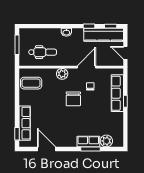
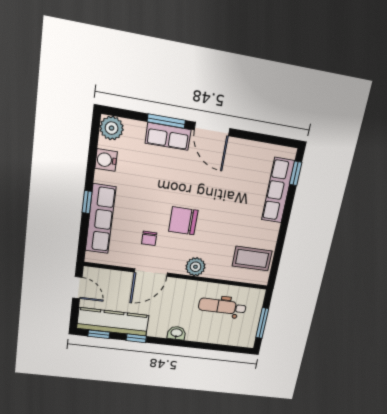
chair: (73, 99) -> (183, 221), turned -90
water cooler: (118, 125) -> (106, 160), added
plant: (106, 141) -> (112, 128), moved
door: (47, 149) -> (212, 129), moved

